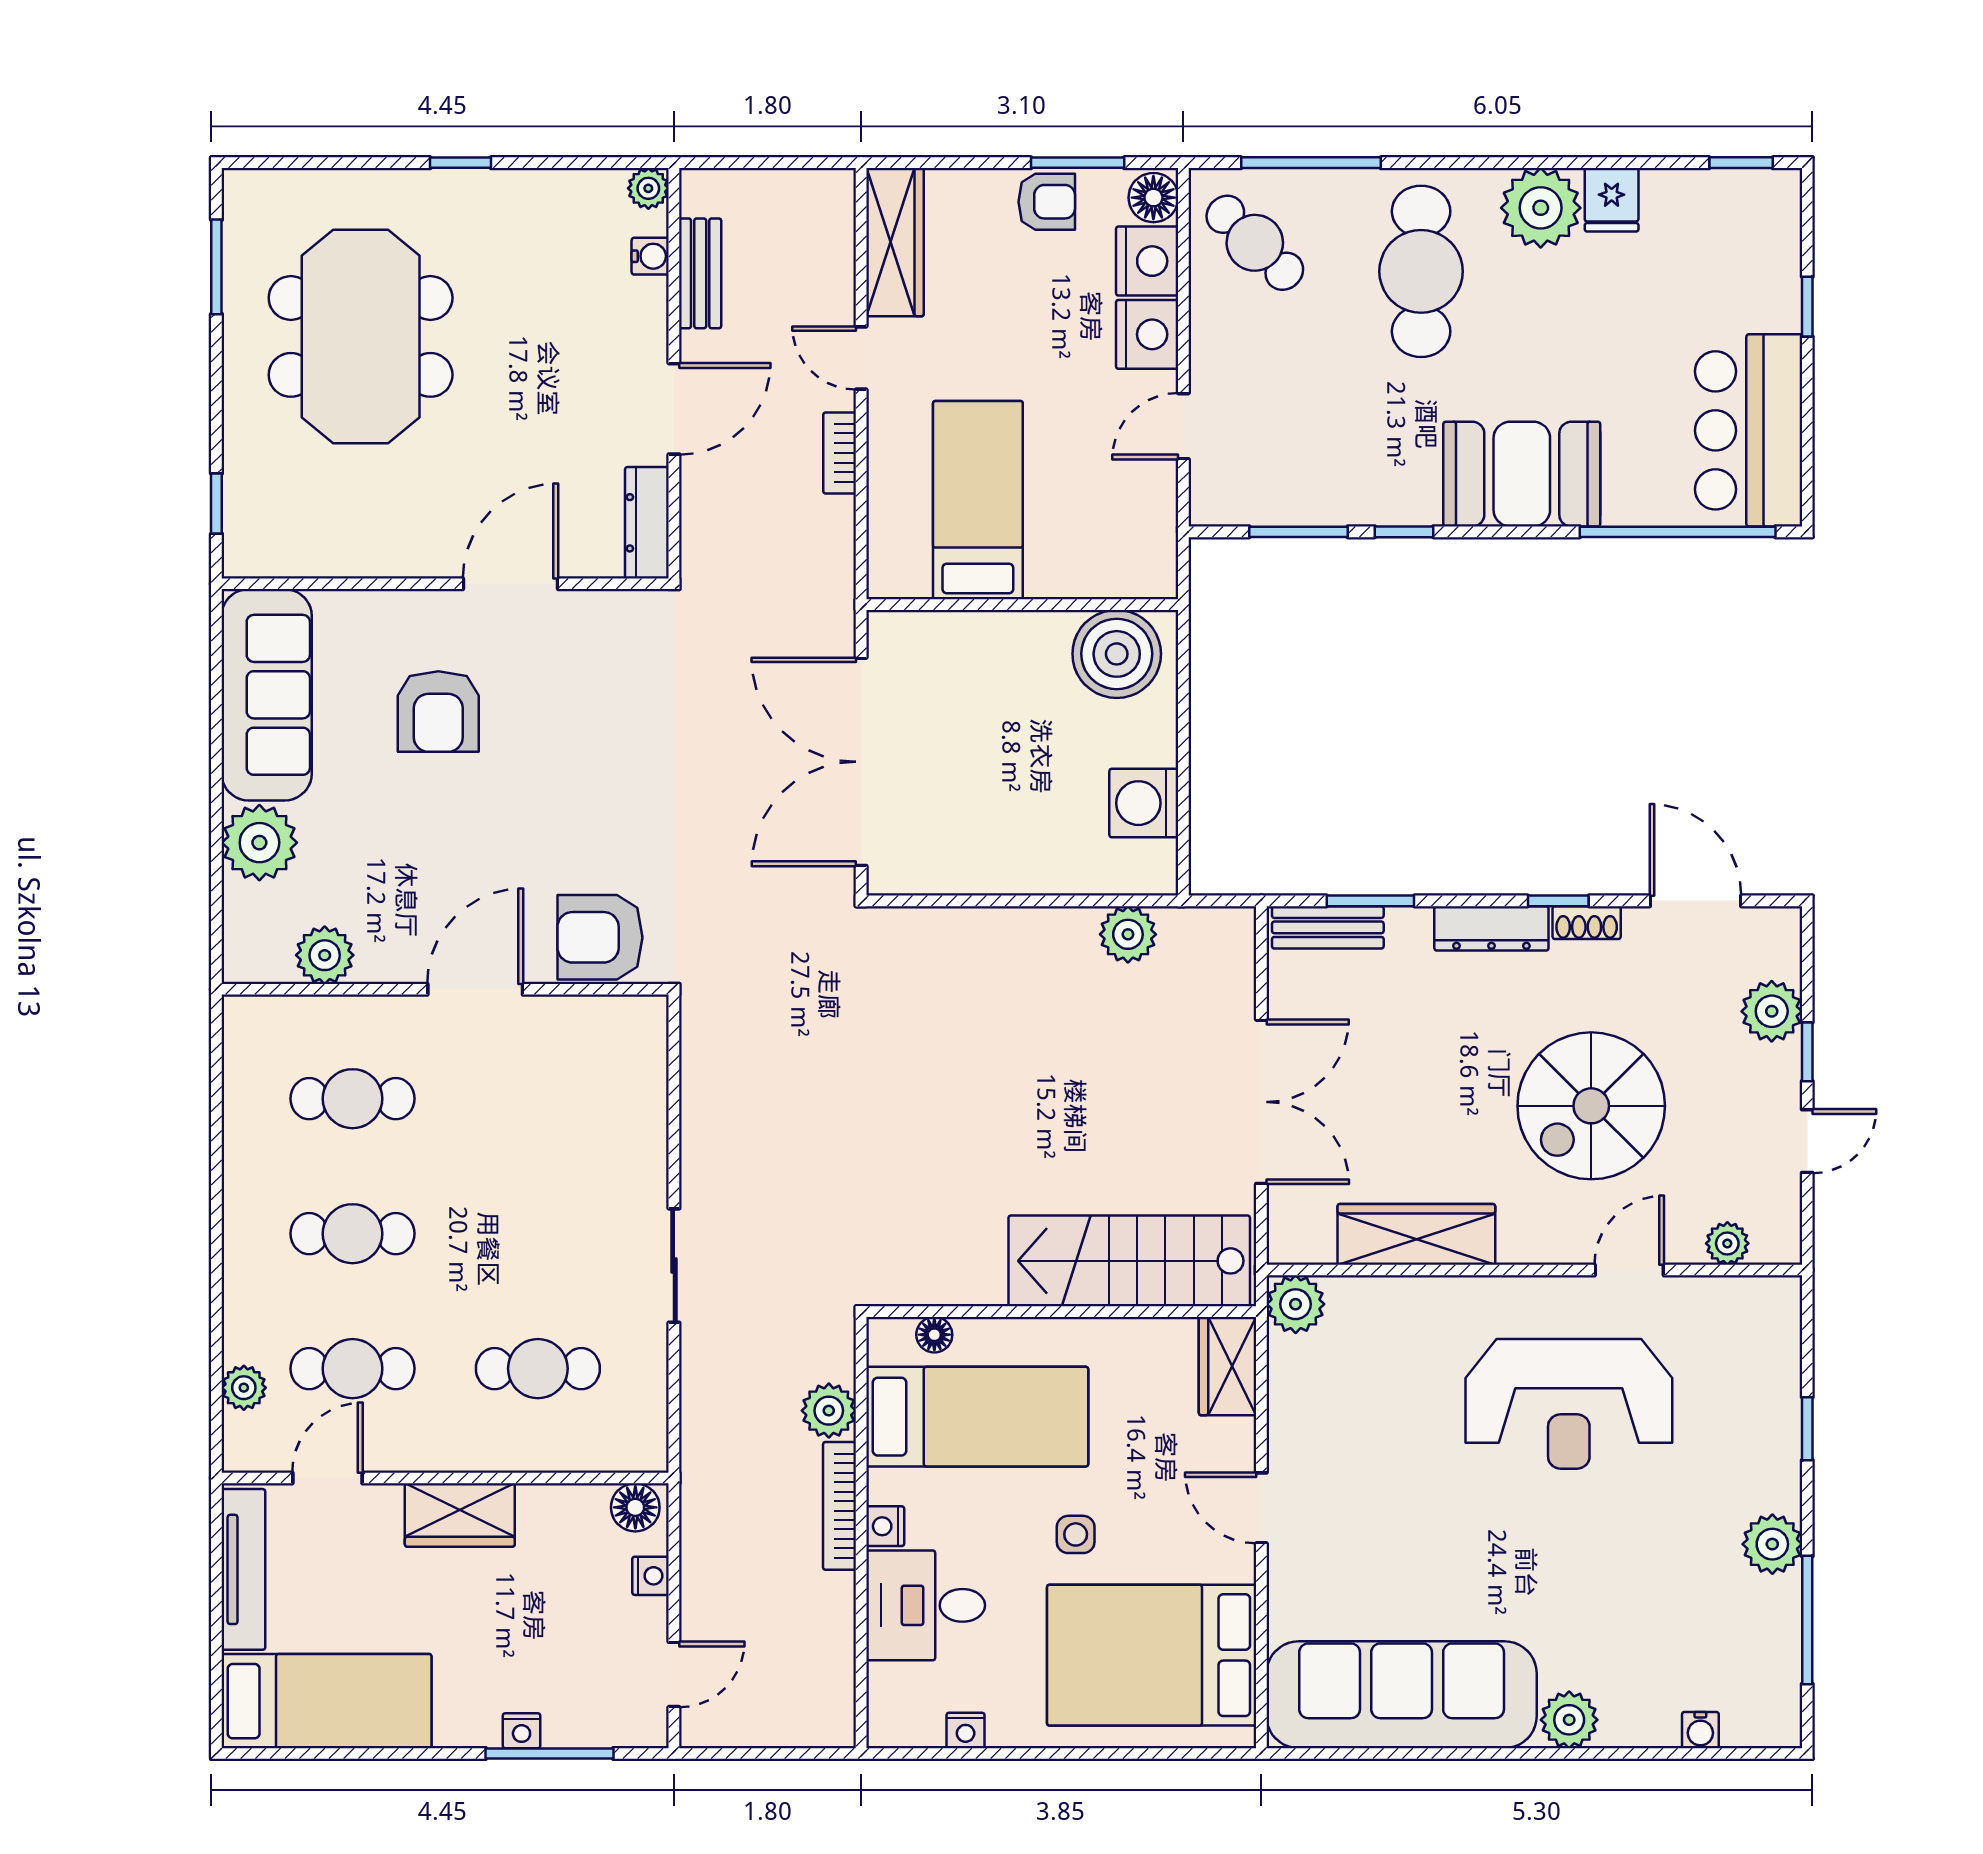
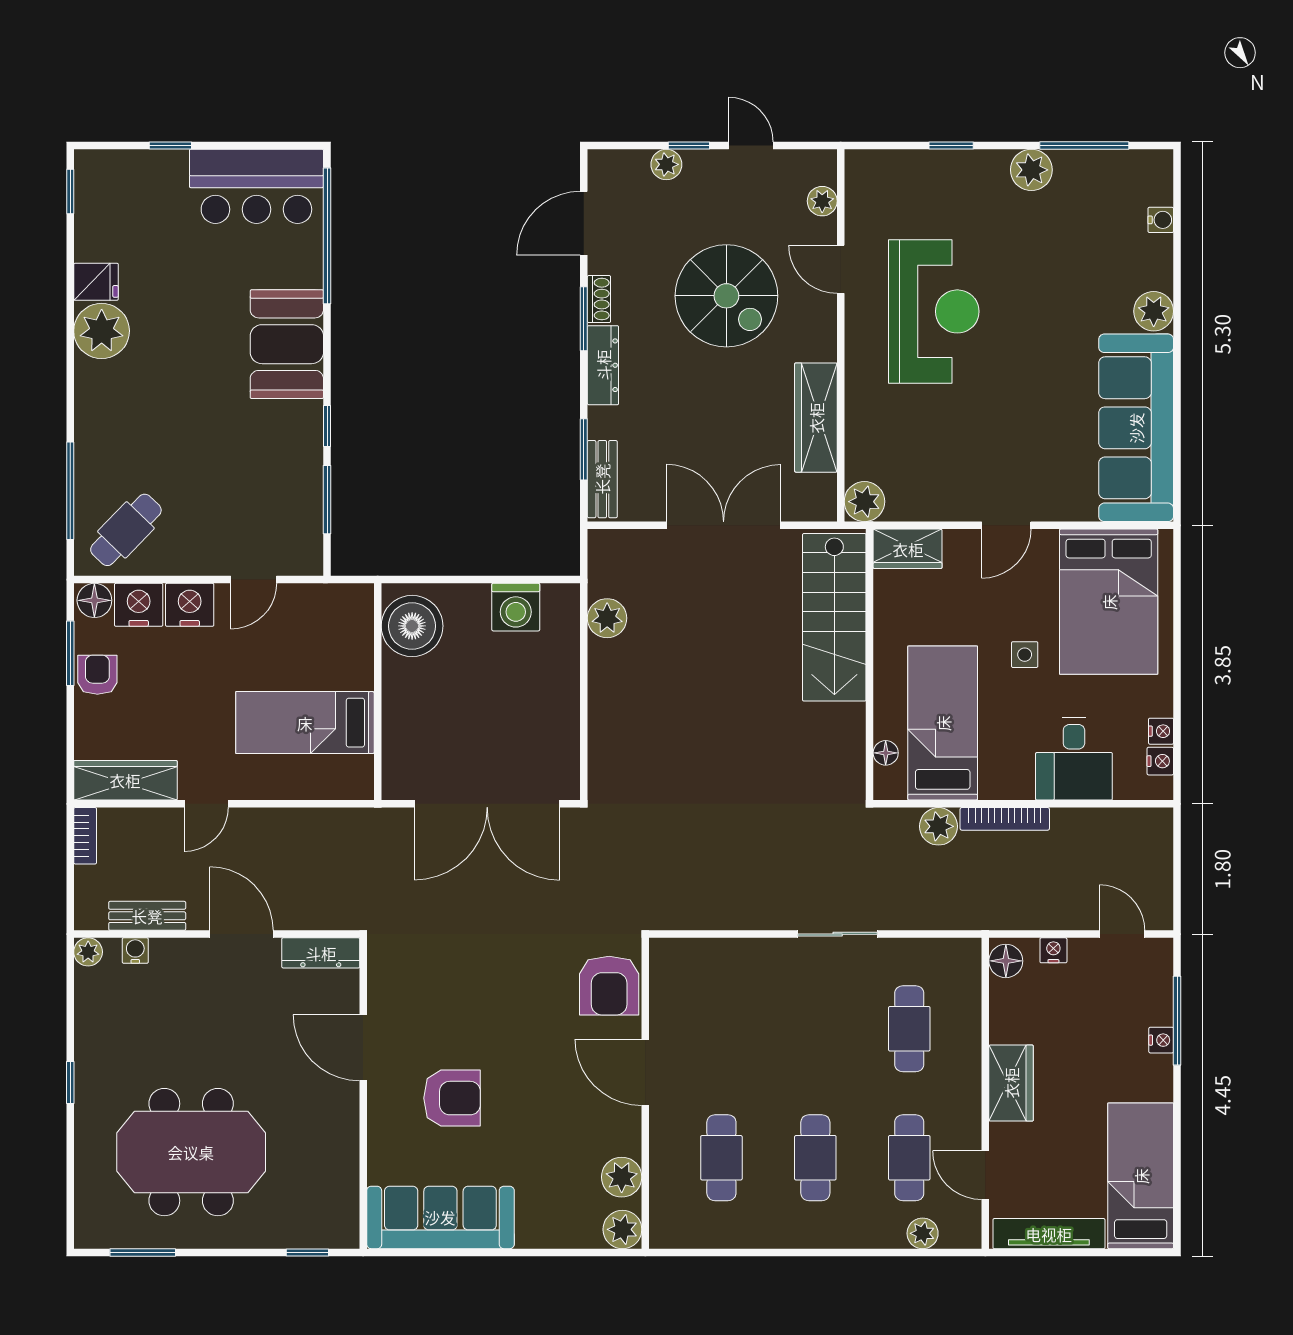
cafe table: (1421, 271) -> (146, 414), removed
door: (1183, 426) -> (254, 580), hinge flipped
bookcase: (840, 453) -> (85, 836), moved, turned -90
plant: (259, 843) -> (622, 1229), moved, width x0.73, depth x0.73
window: (1558, 901) -> (584, 319), width x1.50
plant: (1772, 1011) -> (666, 164), width x0.73, depth x0.73
nightstand: (885, 1526) -> (1160, 761), moved, turned -90

